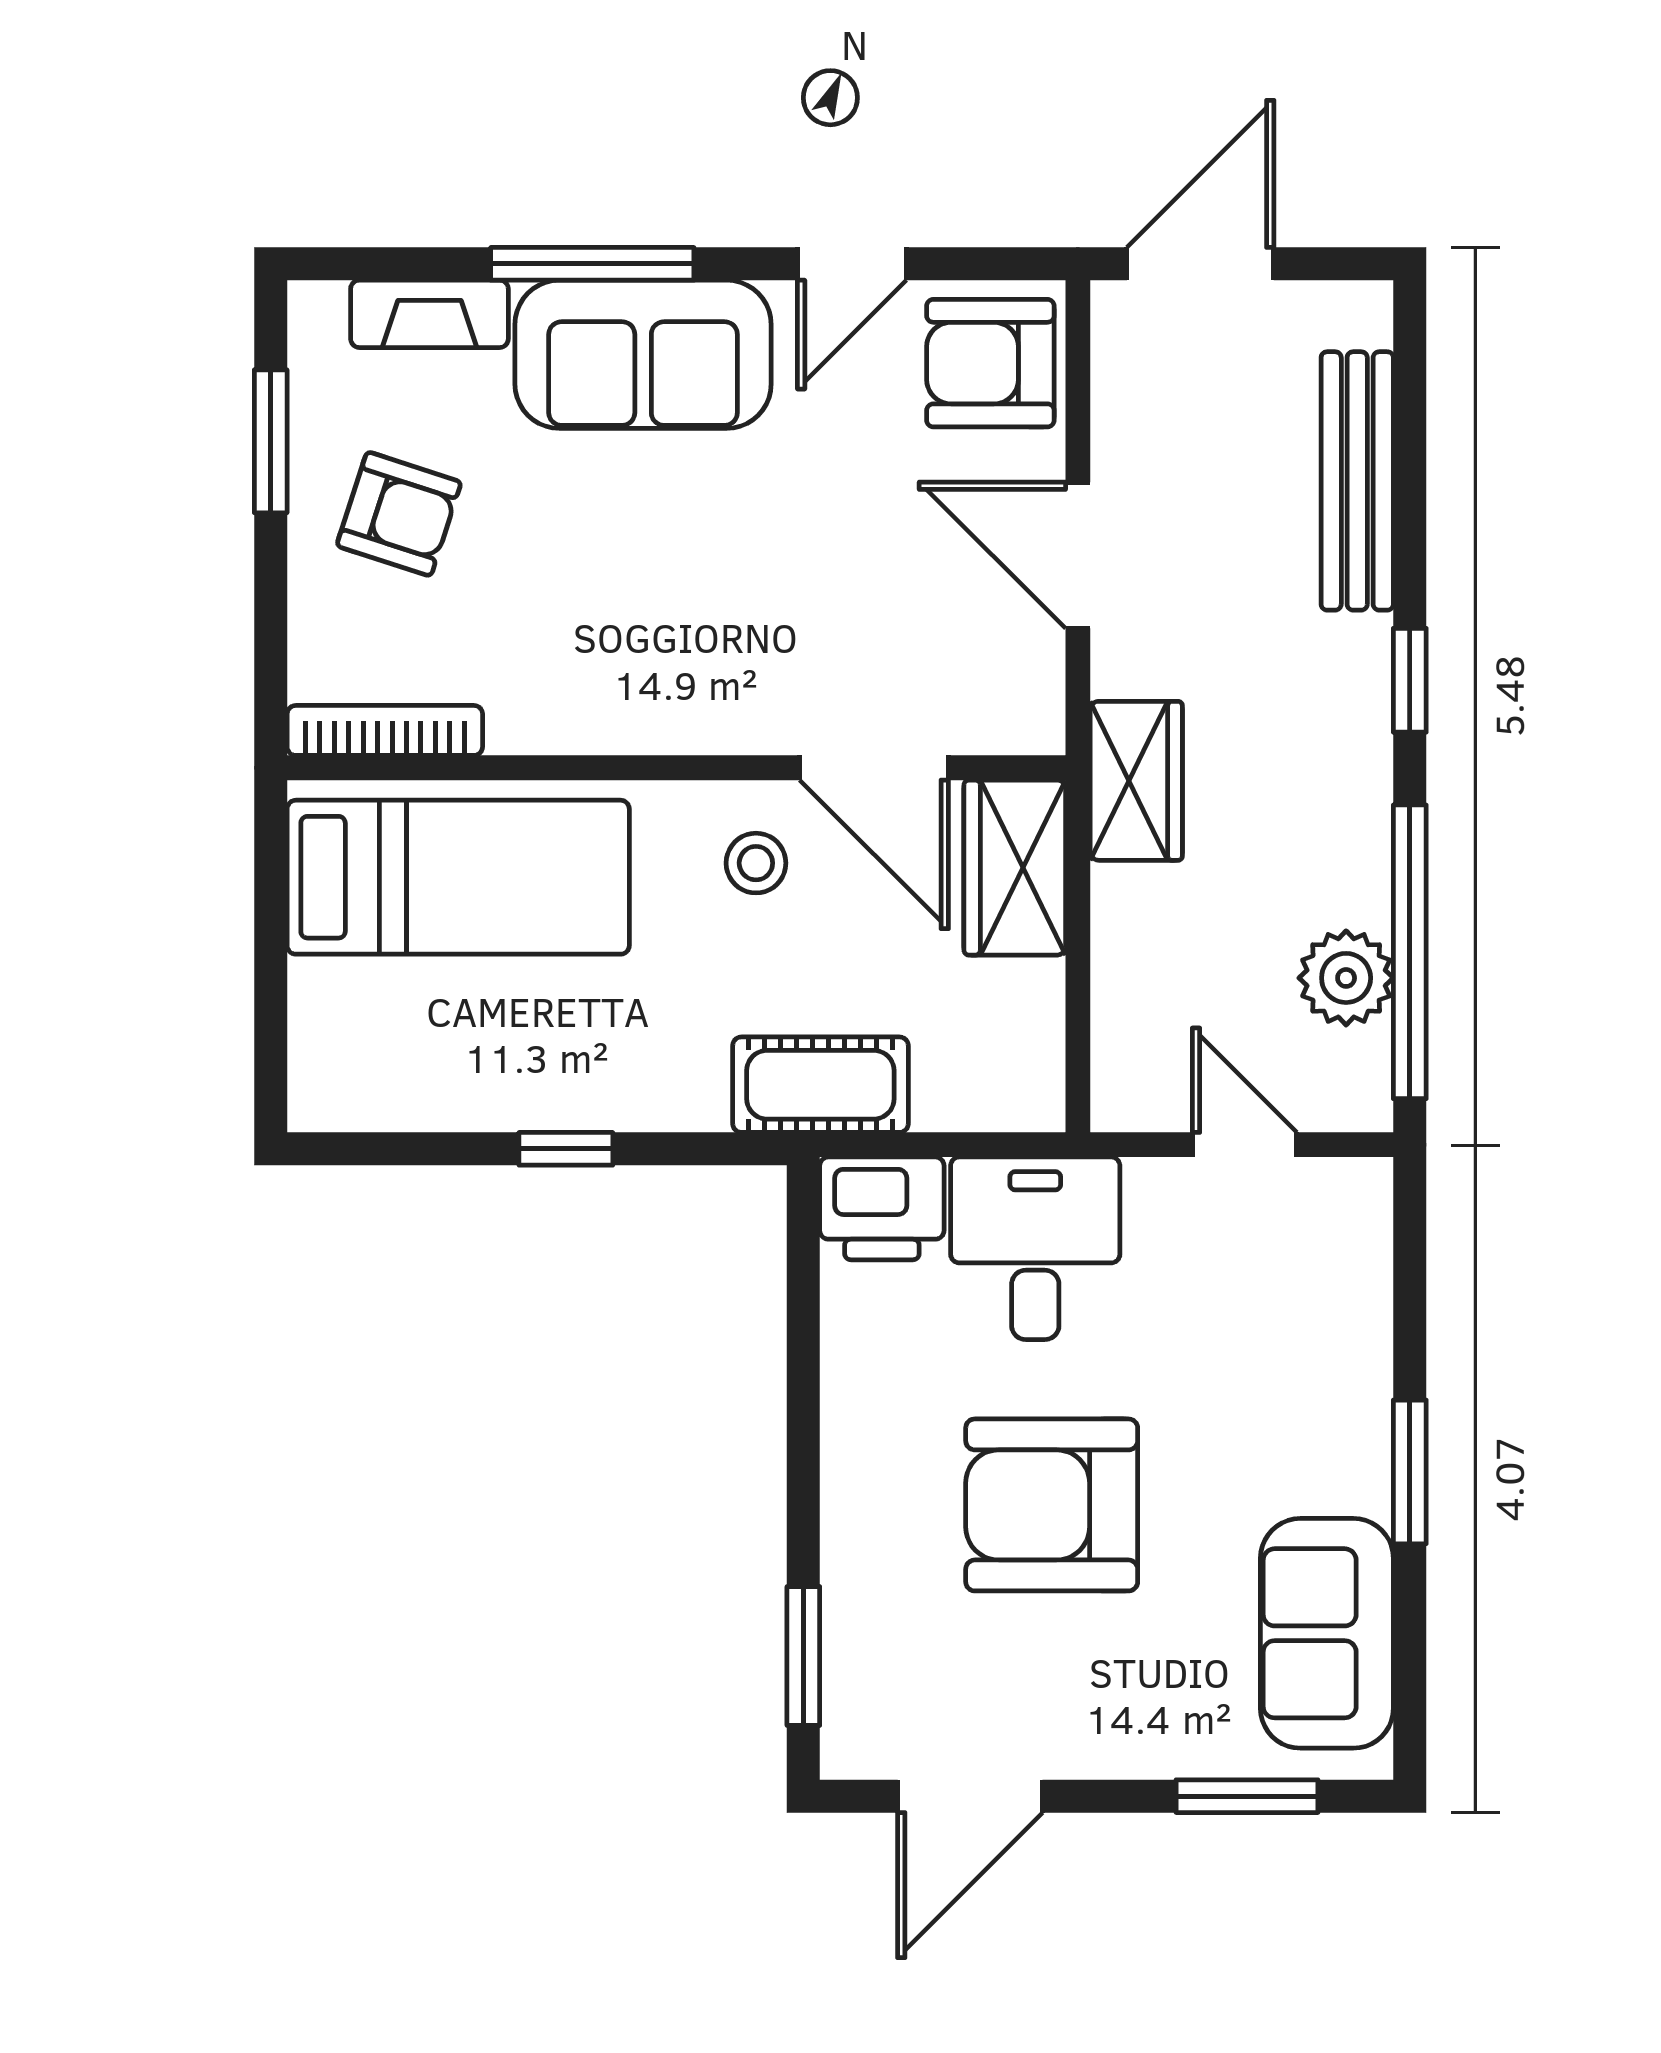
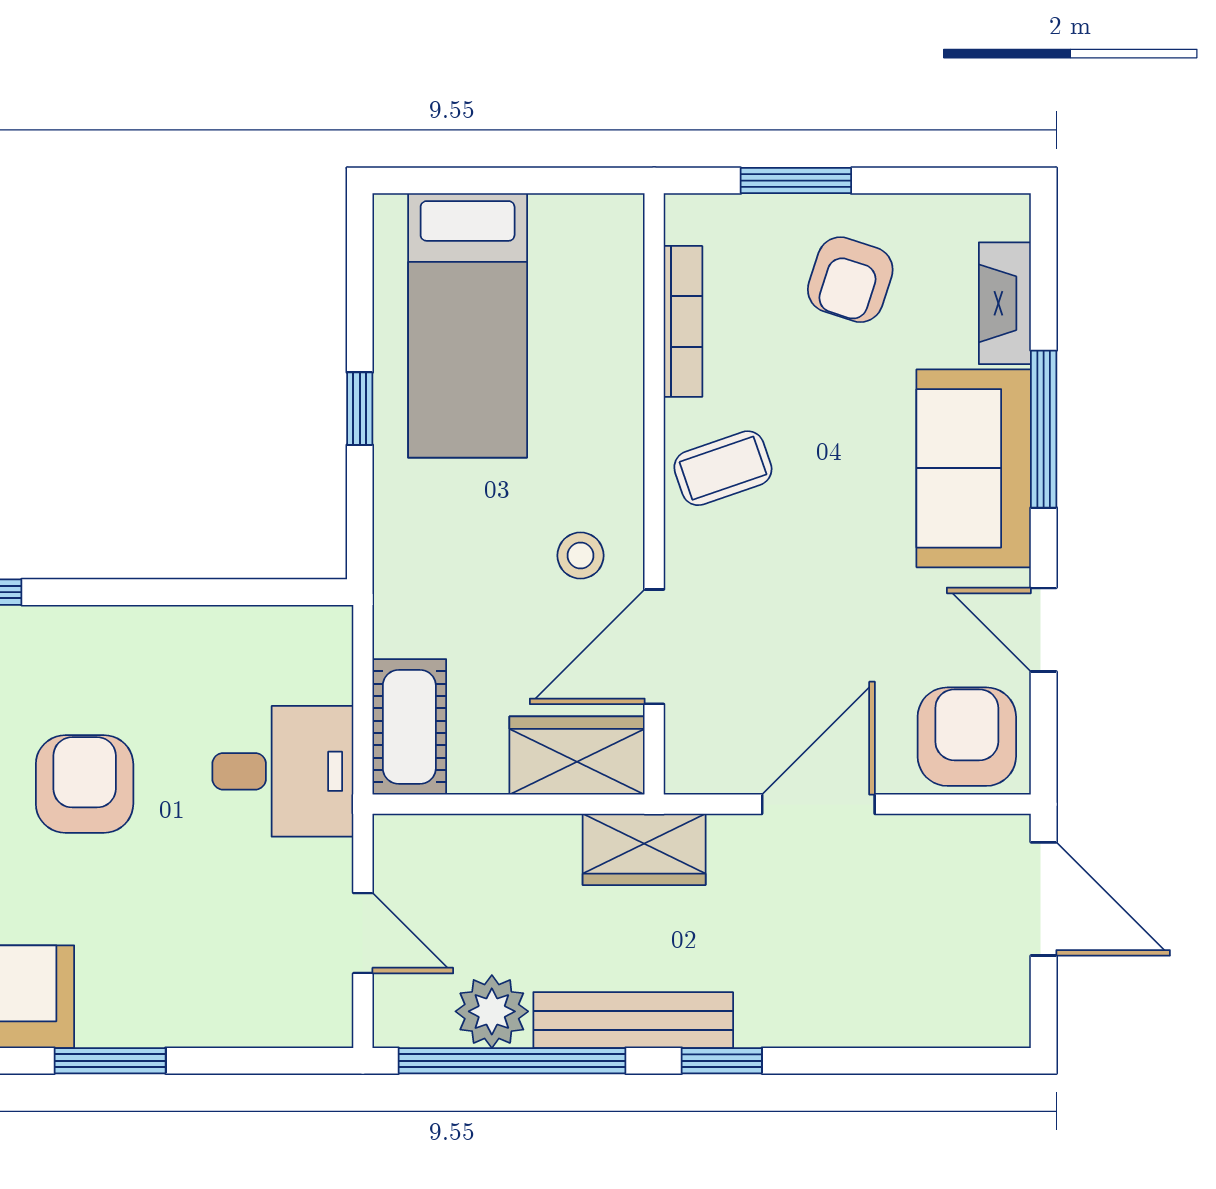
window: (271, 441) -> (796, 181), moved
bench: (1357, 481) -> (633, 1020), moved
coffee table: (643, 679) -> (723, 468), added
bookcase: (385, 730) -> (683, 321), moved
bed: (458, 877) -> (468, 325), moved
cot: (820, 1085) -> (409, 727), moved
door: (1245, 1145) -> (363, 933), hinge flipped
printer: (882, 1208) -> (314, 653), removed
armchair: (1052, 1505) -> (85, 784), width x0.73, depth x0.73

